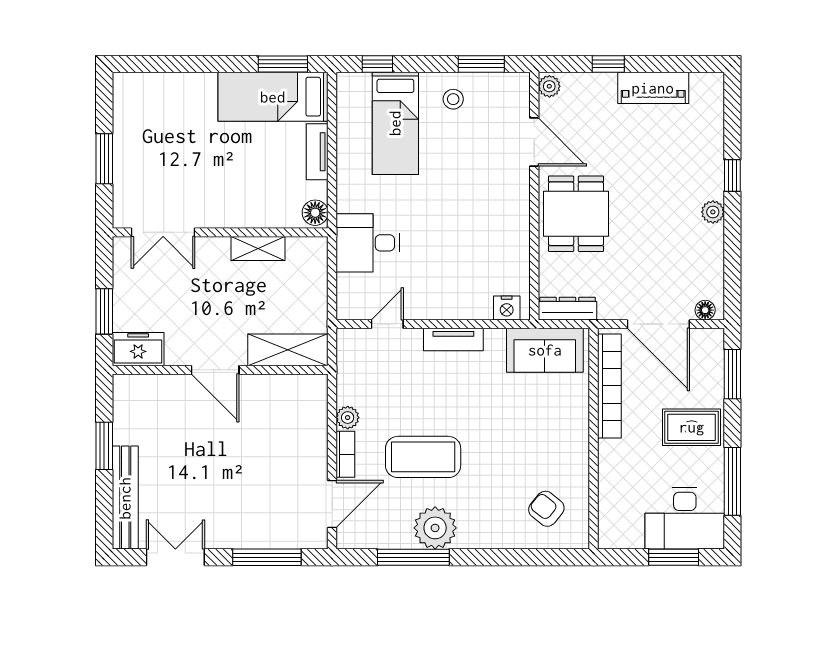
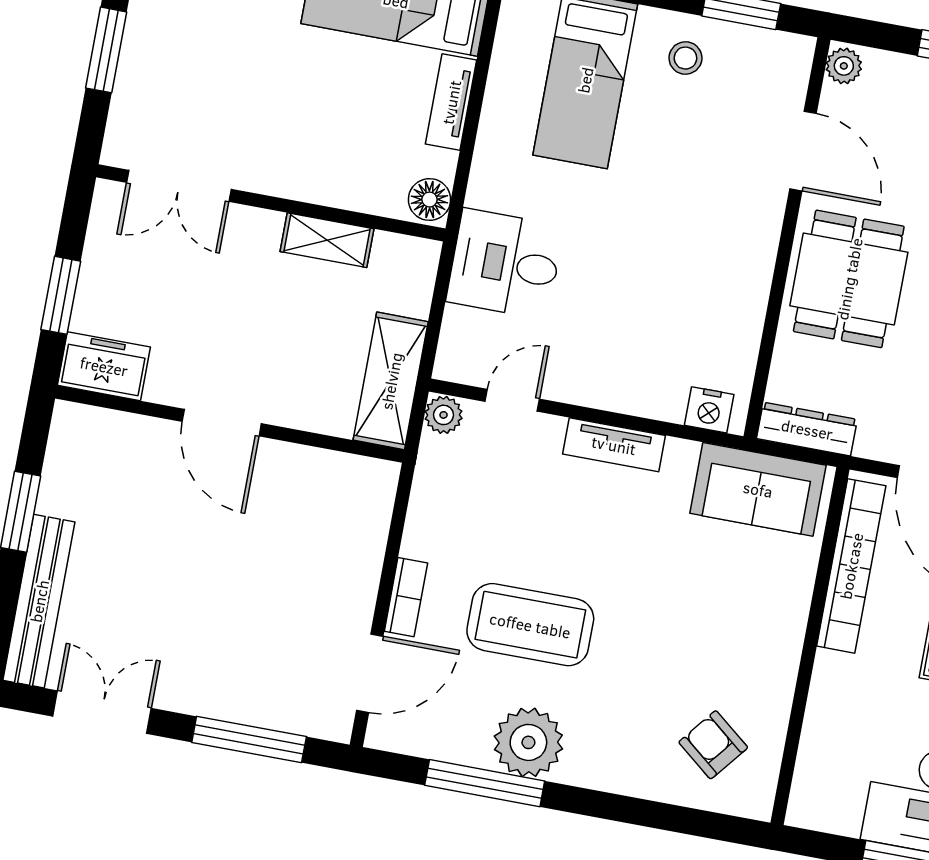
shelving: (288, 350) -> (391, 381), moved, turned 90
plant: (348, 418) -> (444, 415), moved

